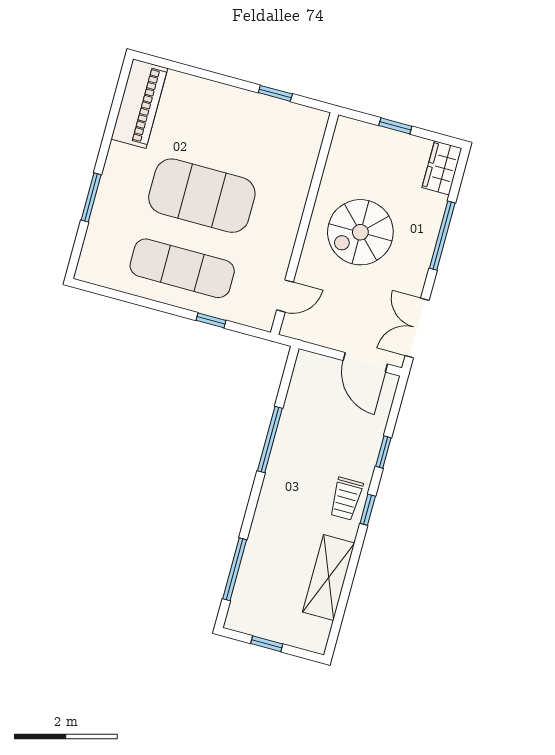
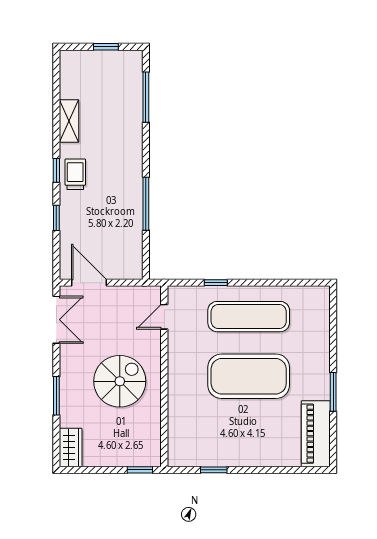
window: (395, 126) -> (140, 470), moved
window: (91, 197) -> (333, 392), moved
window: (442, 236) -> (56, 396), width x0.69
shelving: (329, 578) -> (69, 121), width x0.67, depth x0.75

